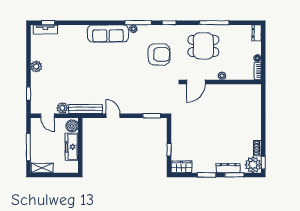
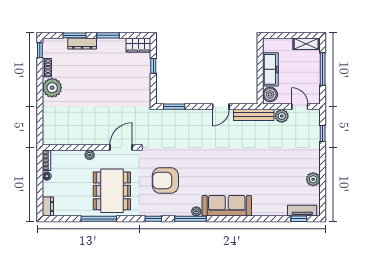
dining table: (203, 46) -> (112, 191), width x1.38
plant: (36, 66) -> (313, 179), moved
door: (113, 116) -> (221, 107), hinge flipped
plant: (253, 165) -> (52, 88), moved

